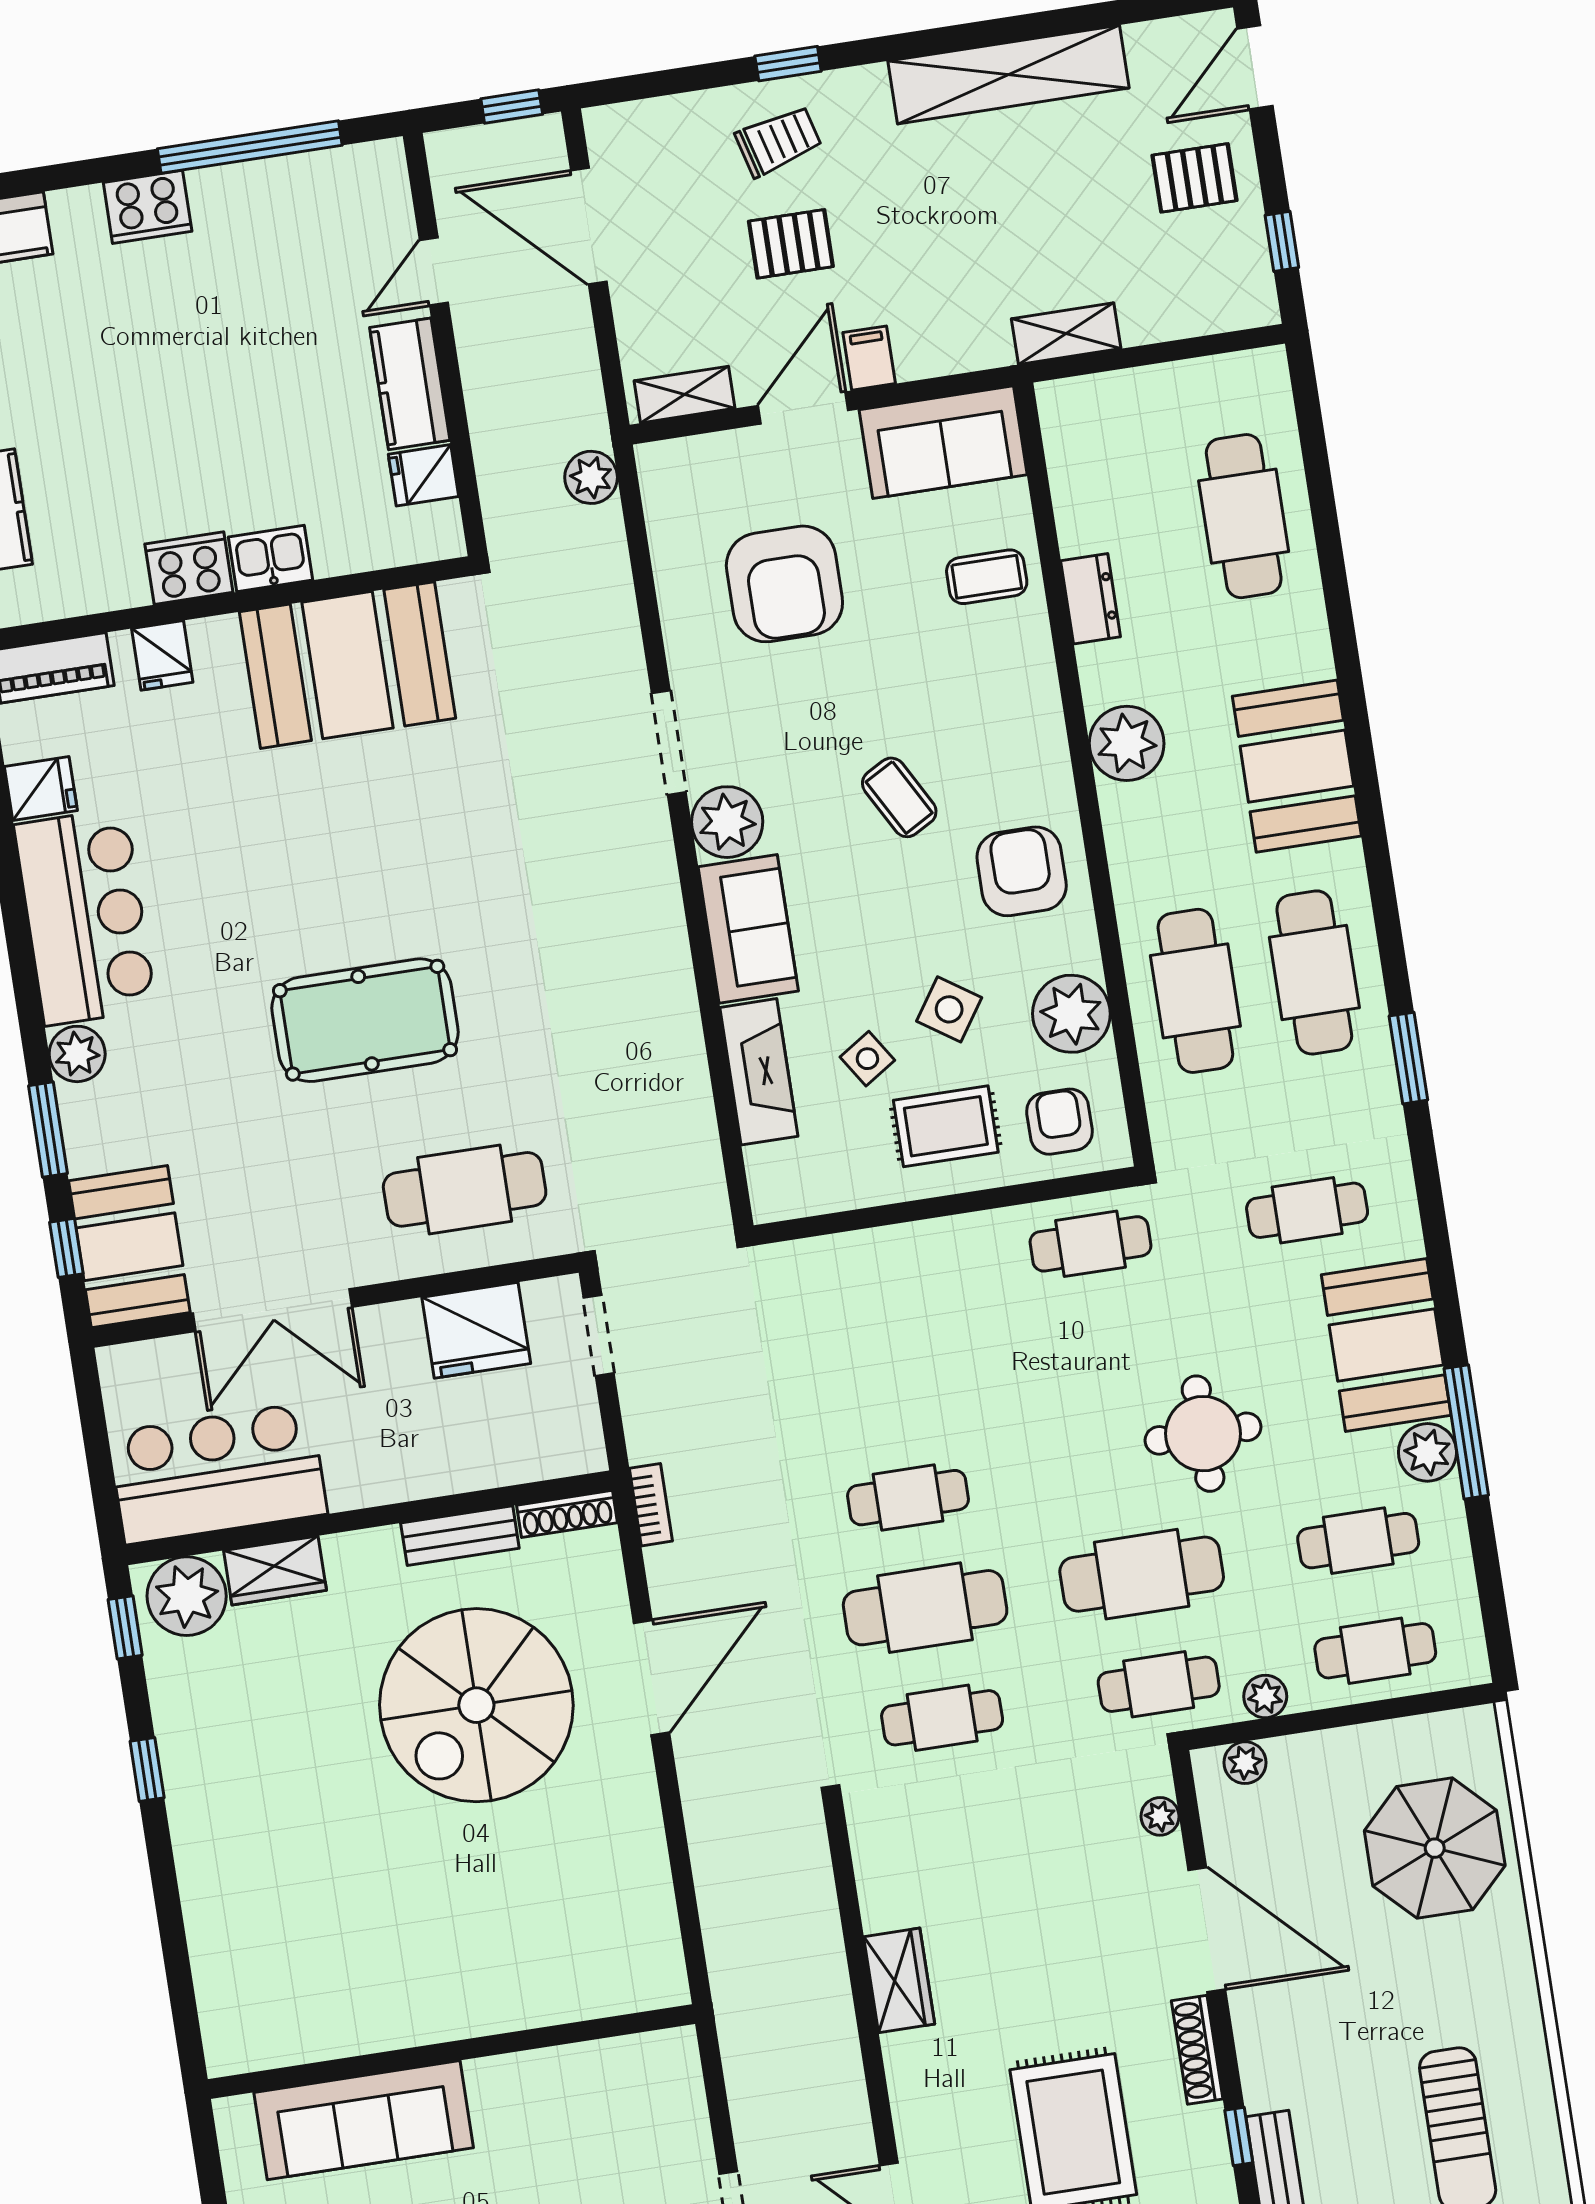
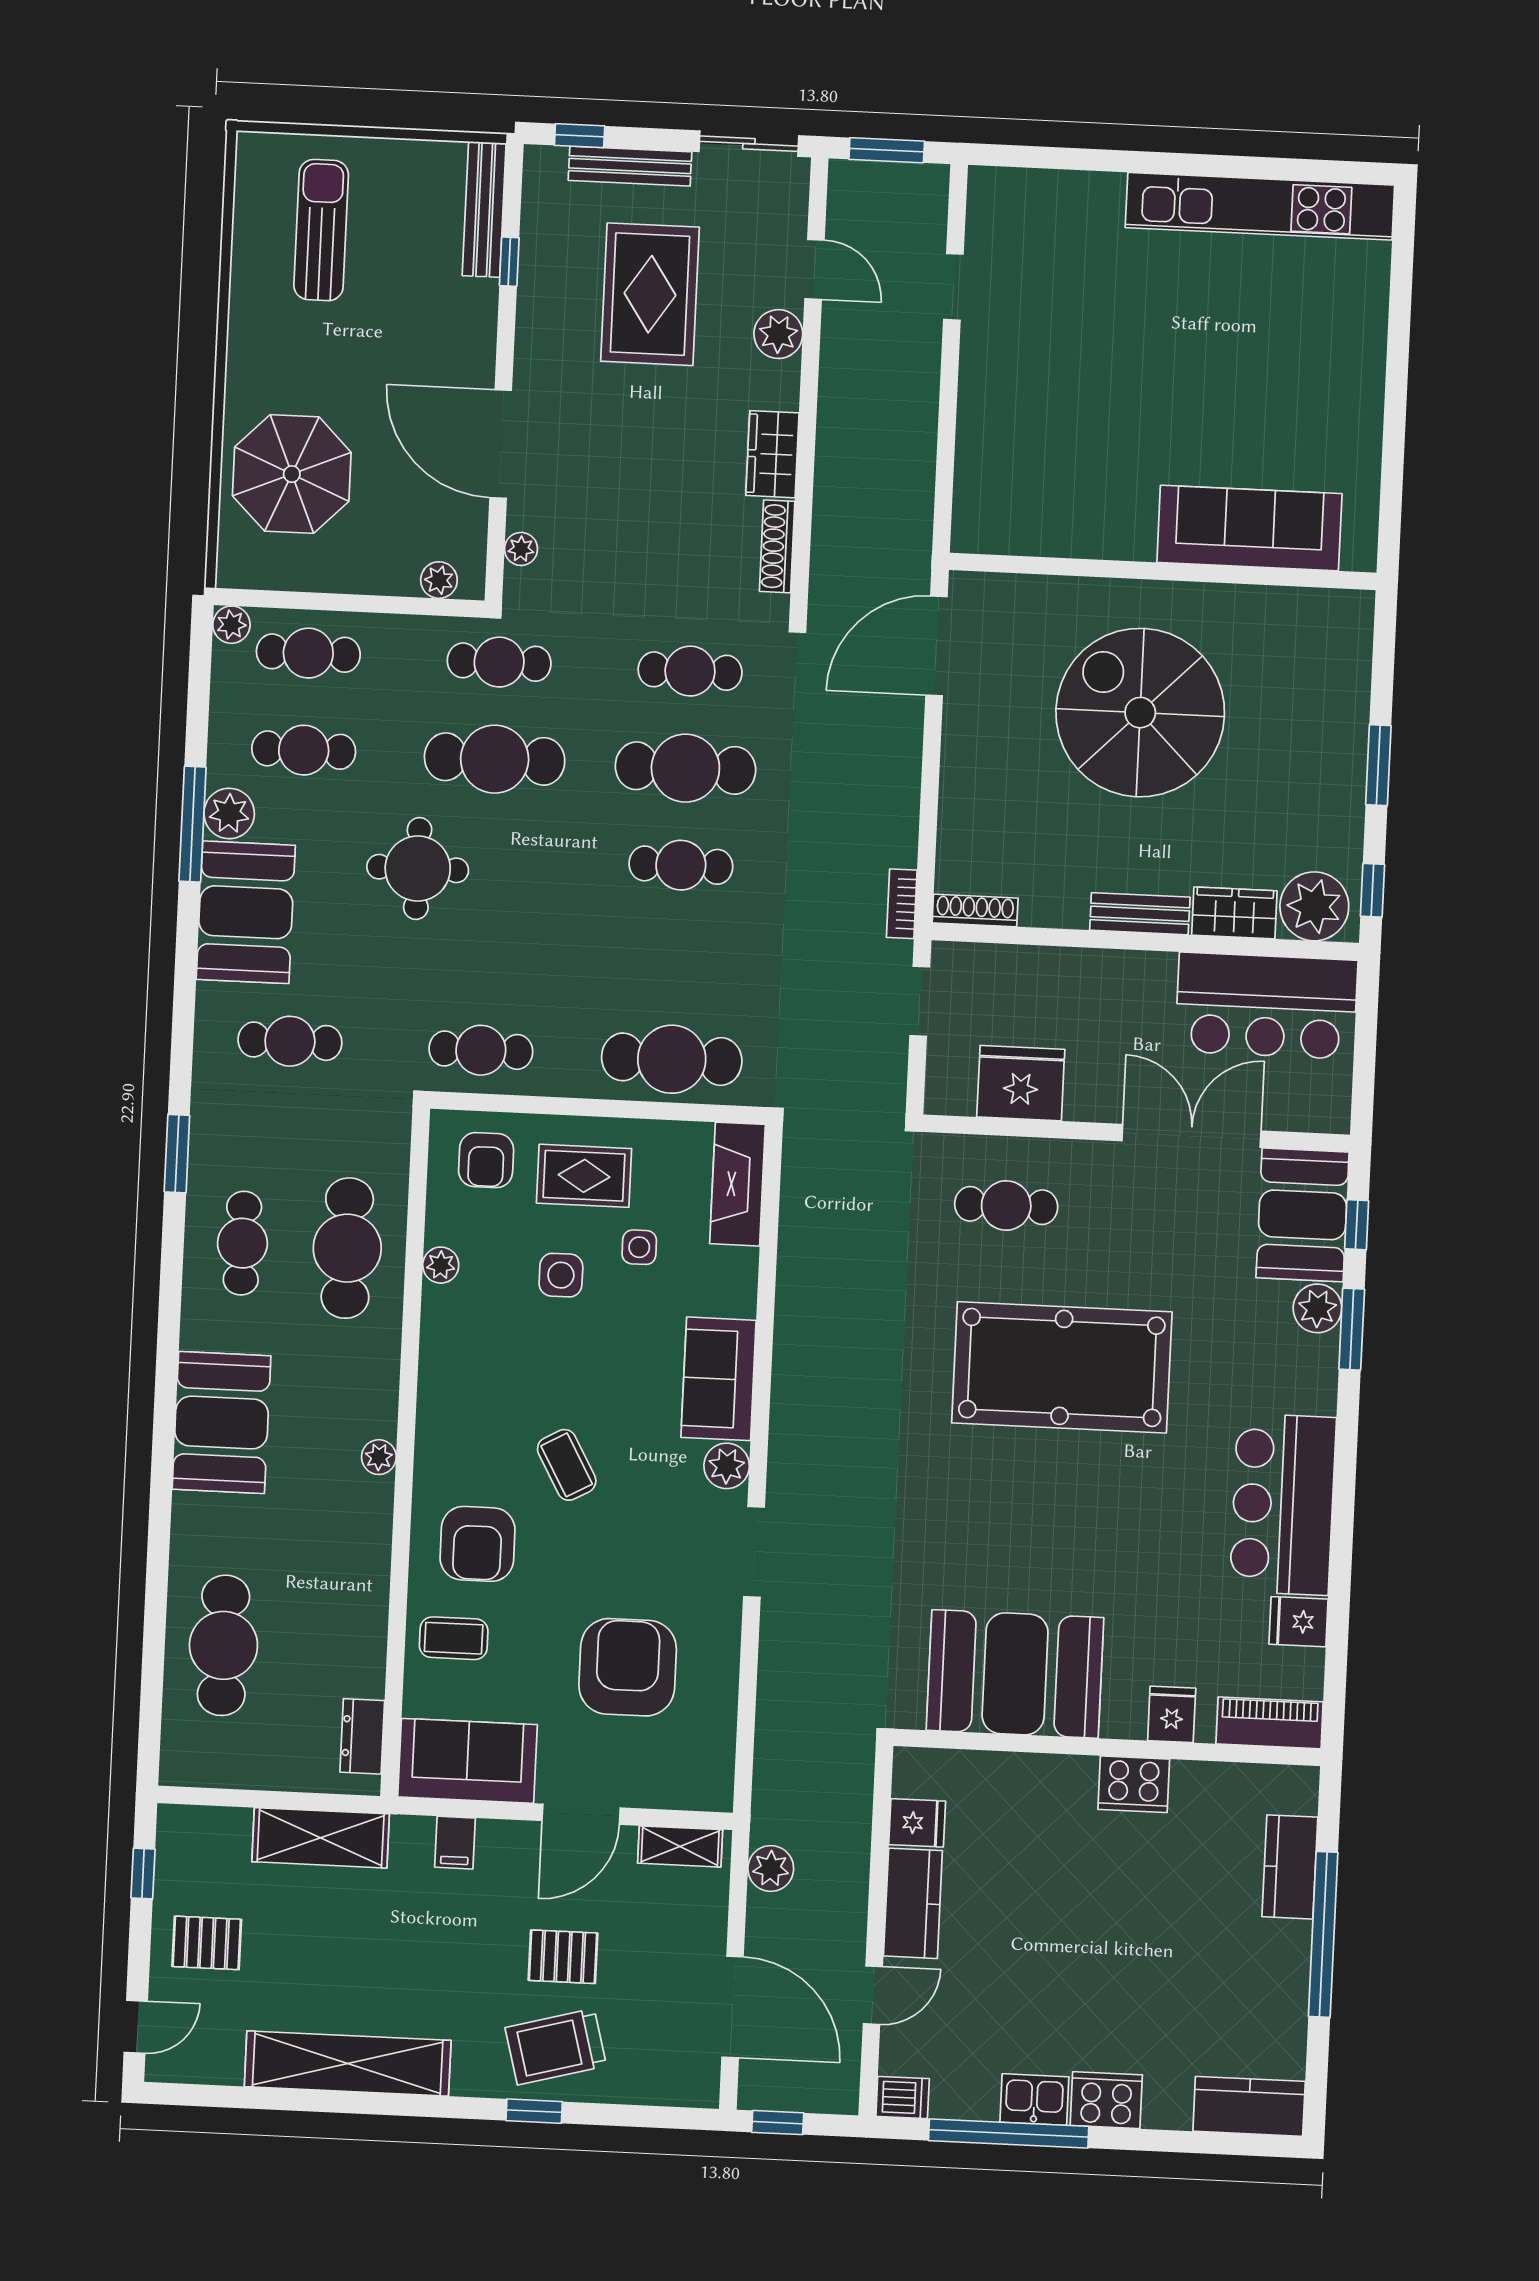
door: (1255, 67) -> (136, 2027), width x0.73
trolley: (779, 141) -> (556, 2047), width x1.36, depth x1.39
dishwasher: (377, 163) -> (903, 2097), added
shelving: (1066, 334) -> (321, 1838), width x1.50, depth x1.33
filing cabinet: (869, 358) -> (455, 1843), moved
plant: (591, 477) -> (771, 1868), moved
kitchen sink: (271, 559) -> (1034, 2099), moved, turned 180
dresser: (1091, 599) -> (362, 1736), moved
plant: (1127, 743) -> (379, 1457), width x0.53, depth x0.53
plant: (727, 822) -> (727, 1466), width x0.73, depth x0.73
armchair: (1022, 871) -> (477, 1544), moved
cafe table: (1314, 972) -> (242, 1243), width x0.73, depth x0.74
side table: (949, 1009) -> (561, 1275), turned -34
plant: (1071, 1014) -> (441, 1265), width x0.53, depth x0.53
pool table: (365, 1020) -> (1062, 1367), width x1.36, depth x1.32
plant: (77, 1054) -> (1317, 1308), moved
side table: (867, 1059) -> (639, 1247), turned 33
fireplace: (759, 1072) -> (738, 1184), moved
cafe table: (465, 1189) -> (1006, 1206), width x0.73, depth x0.74
cafe table: (874, 1277) -> (672, 1059), added
doorway: (599, 1336) -> (920, 1001), moved
bench: (460, 1536) -> (1140, 914), moved
door: (652, 1678) -> (936, 646), moved
plant: (1265, 1696) -> (231, 625), moved
spiral stairs: (476, 1705) -> (1140, 713), moved, turned -90
window: (147, 1769) -> (1378, 765), width x1.50
shoe rack: (1197, 2050) -> (777, 546), moved, turned 180
wall: (451, 2052) -> (1163, 571), moved
plant: (920, 2117) -> (778, 334), added
sofa: (364, 2120) -> (1249, 528), moved

